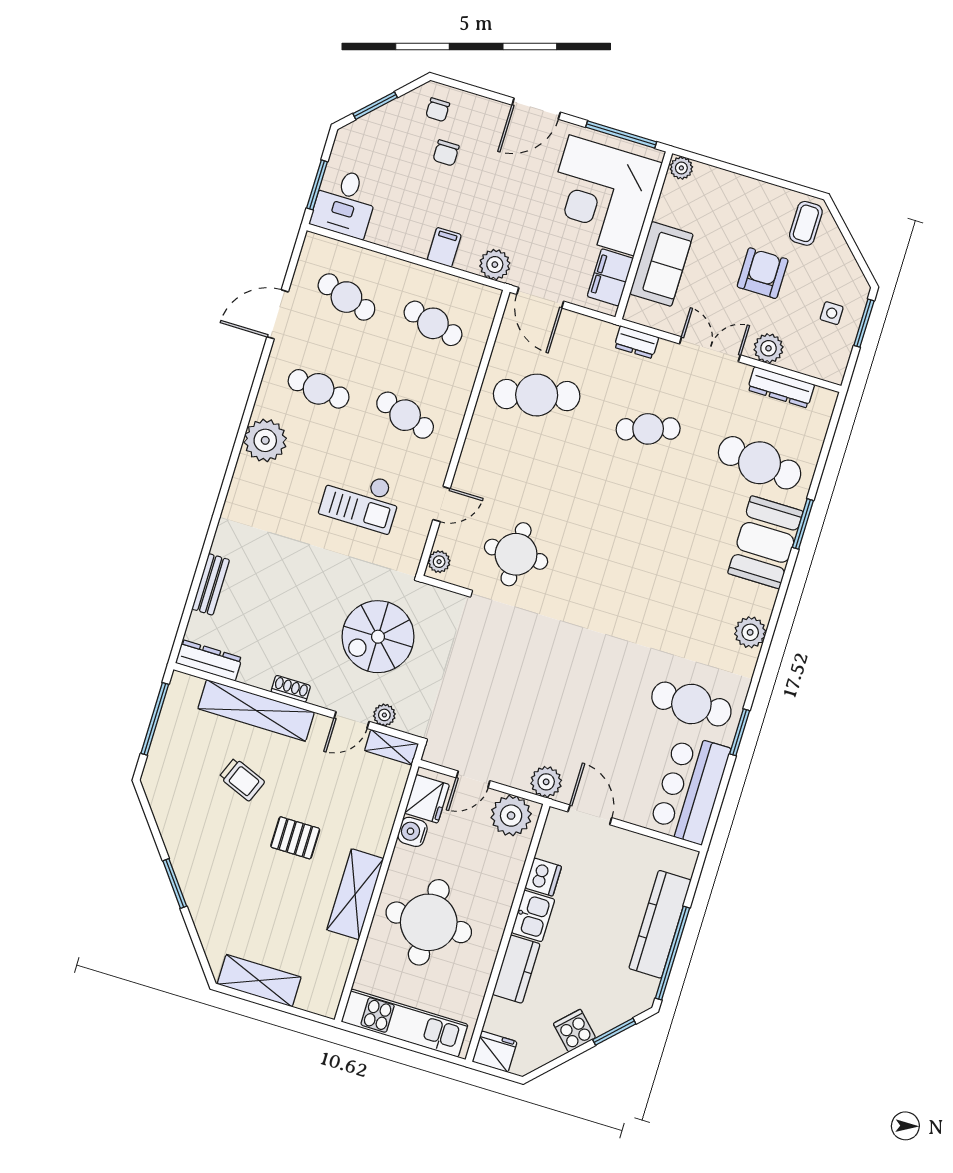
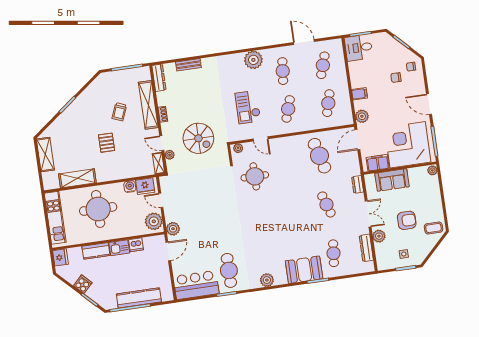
cafe table: (760, 463) -> (334, 253), width x0.73, depth x0.74
spiral stairs: (378, 637) -> (198, 138), turned 180
shelving: (355, 894) -> (77, 178), moved

